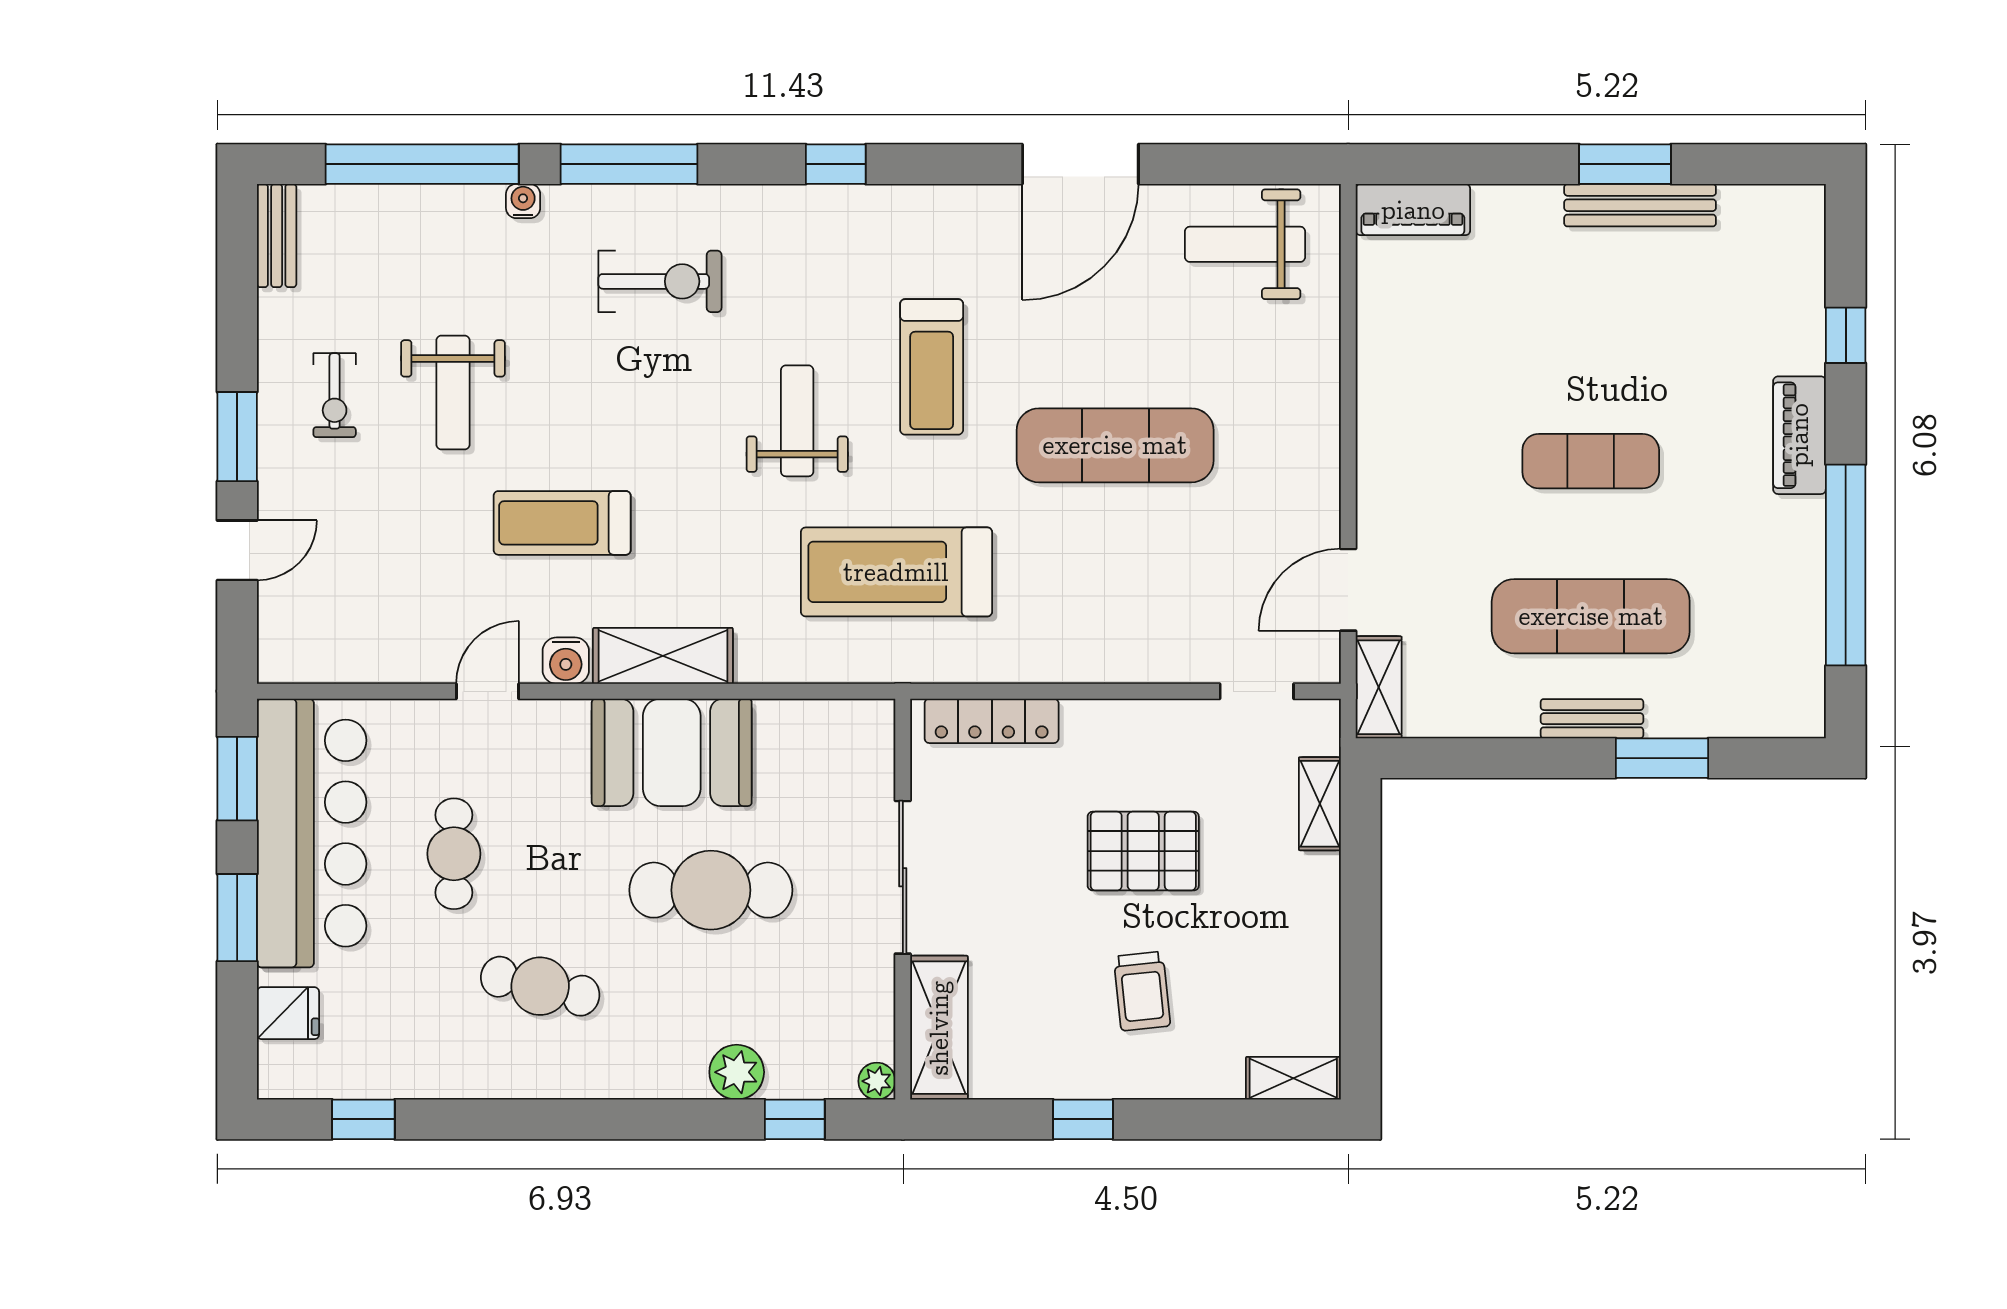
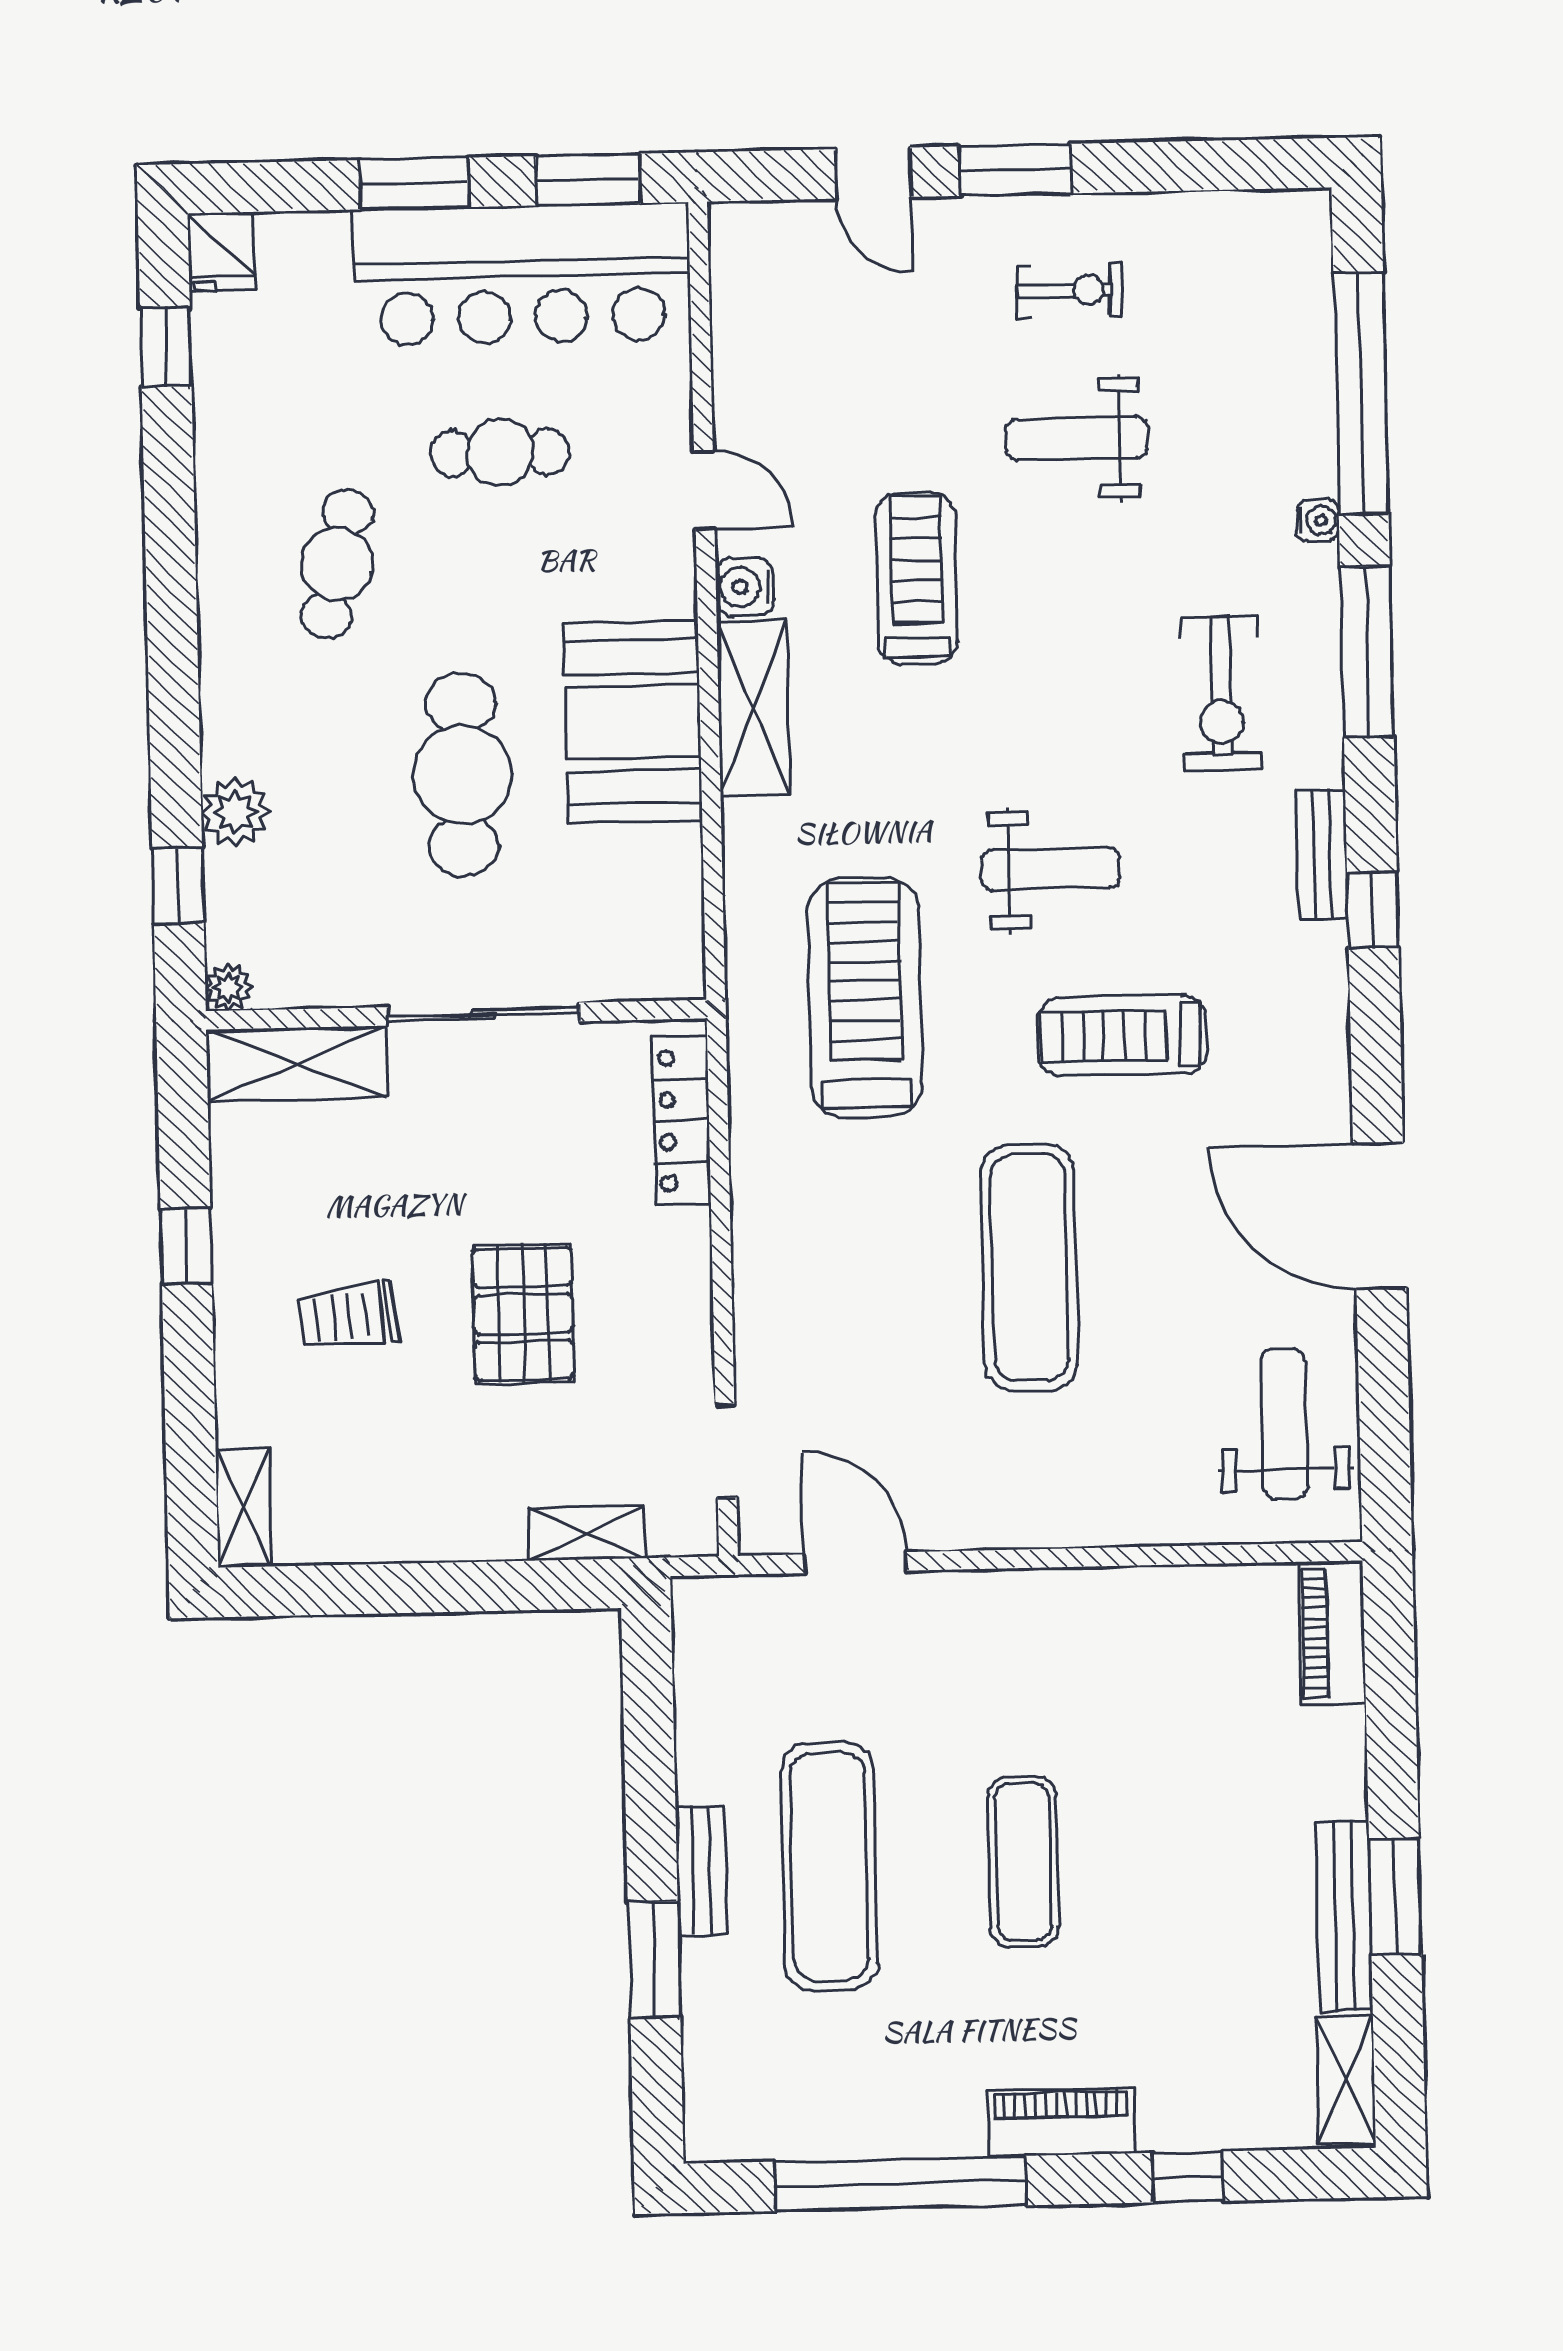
bench: (277, 236) -> (1322, 855), moved, turned 90
exercise bike: (335, 395) -> (1070, 290), turned 180
shelving: (1379, 687) -> (1346, 2080), moved, turned 90
fridge: (288, 1013) -> (221, 252), moved

